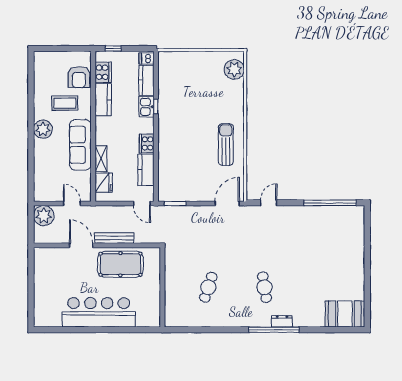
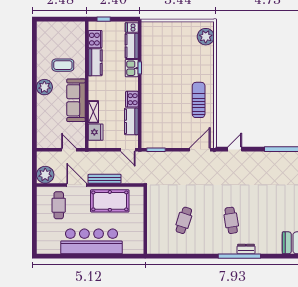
armchair: (79, 77) -> (75, 43), removed
plant: (44, 216) -> (45, 175), moved
cafe table: (60, 269) -> (59, 205), added

